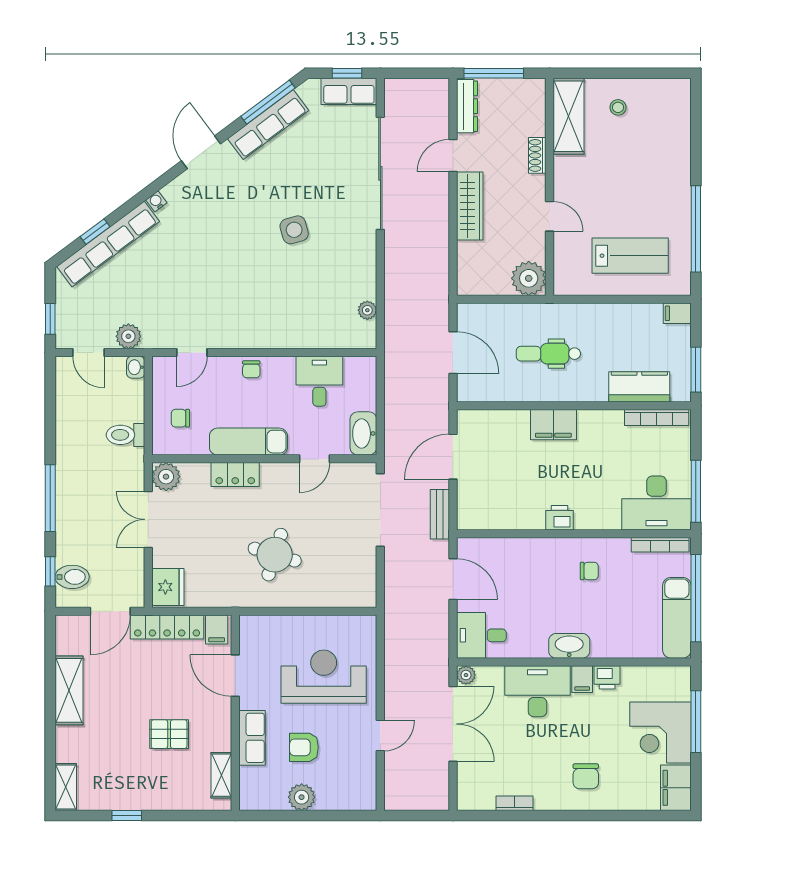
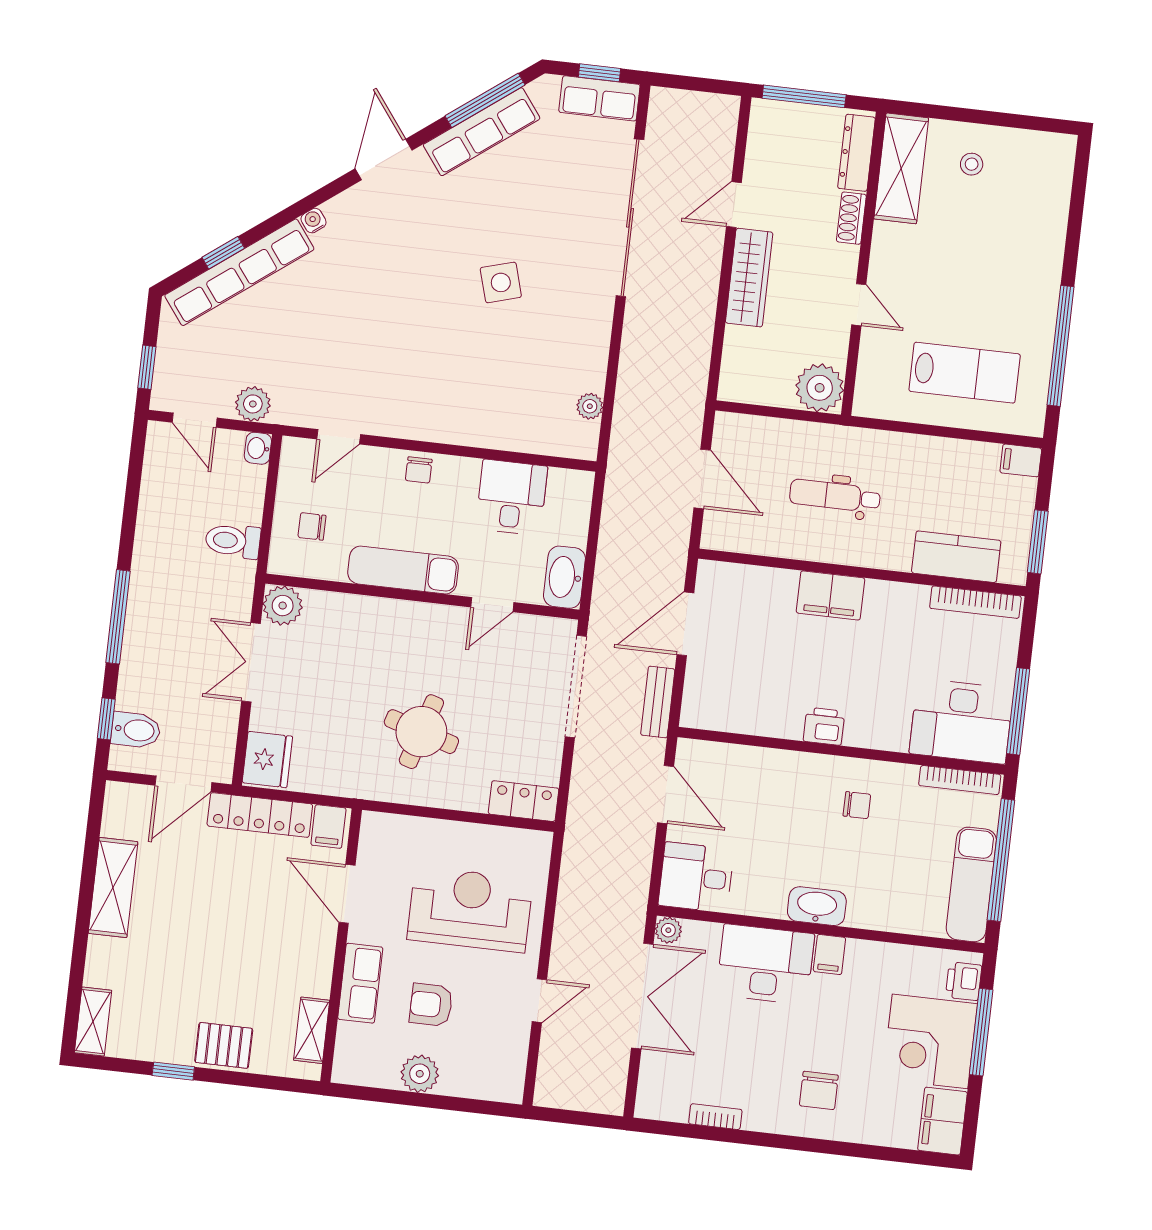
dresser: (467, 106) -> (856, 153), moved, turned 180
locker: (235, 475) -> (524, 801), moved, turned 180
printer: (607, 677) -> (964, 981), moved, turned 90
pallet: (169, 734) -> (224, 1045), moved

